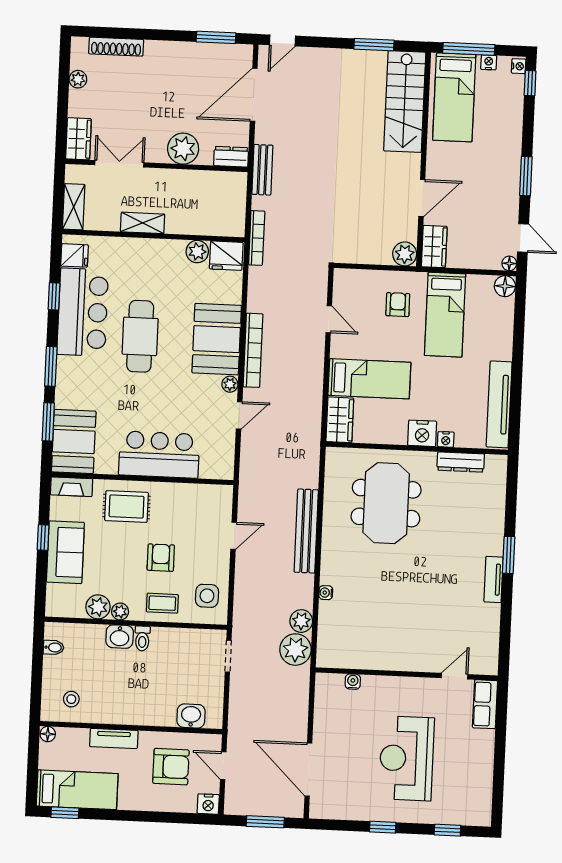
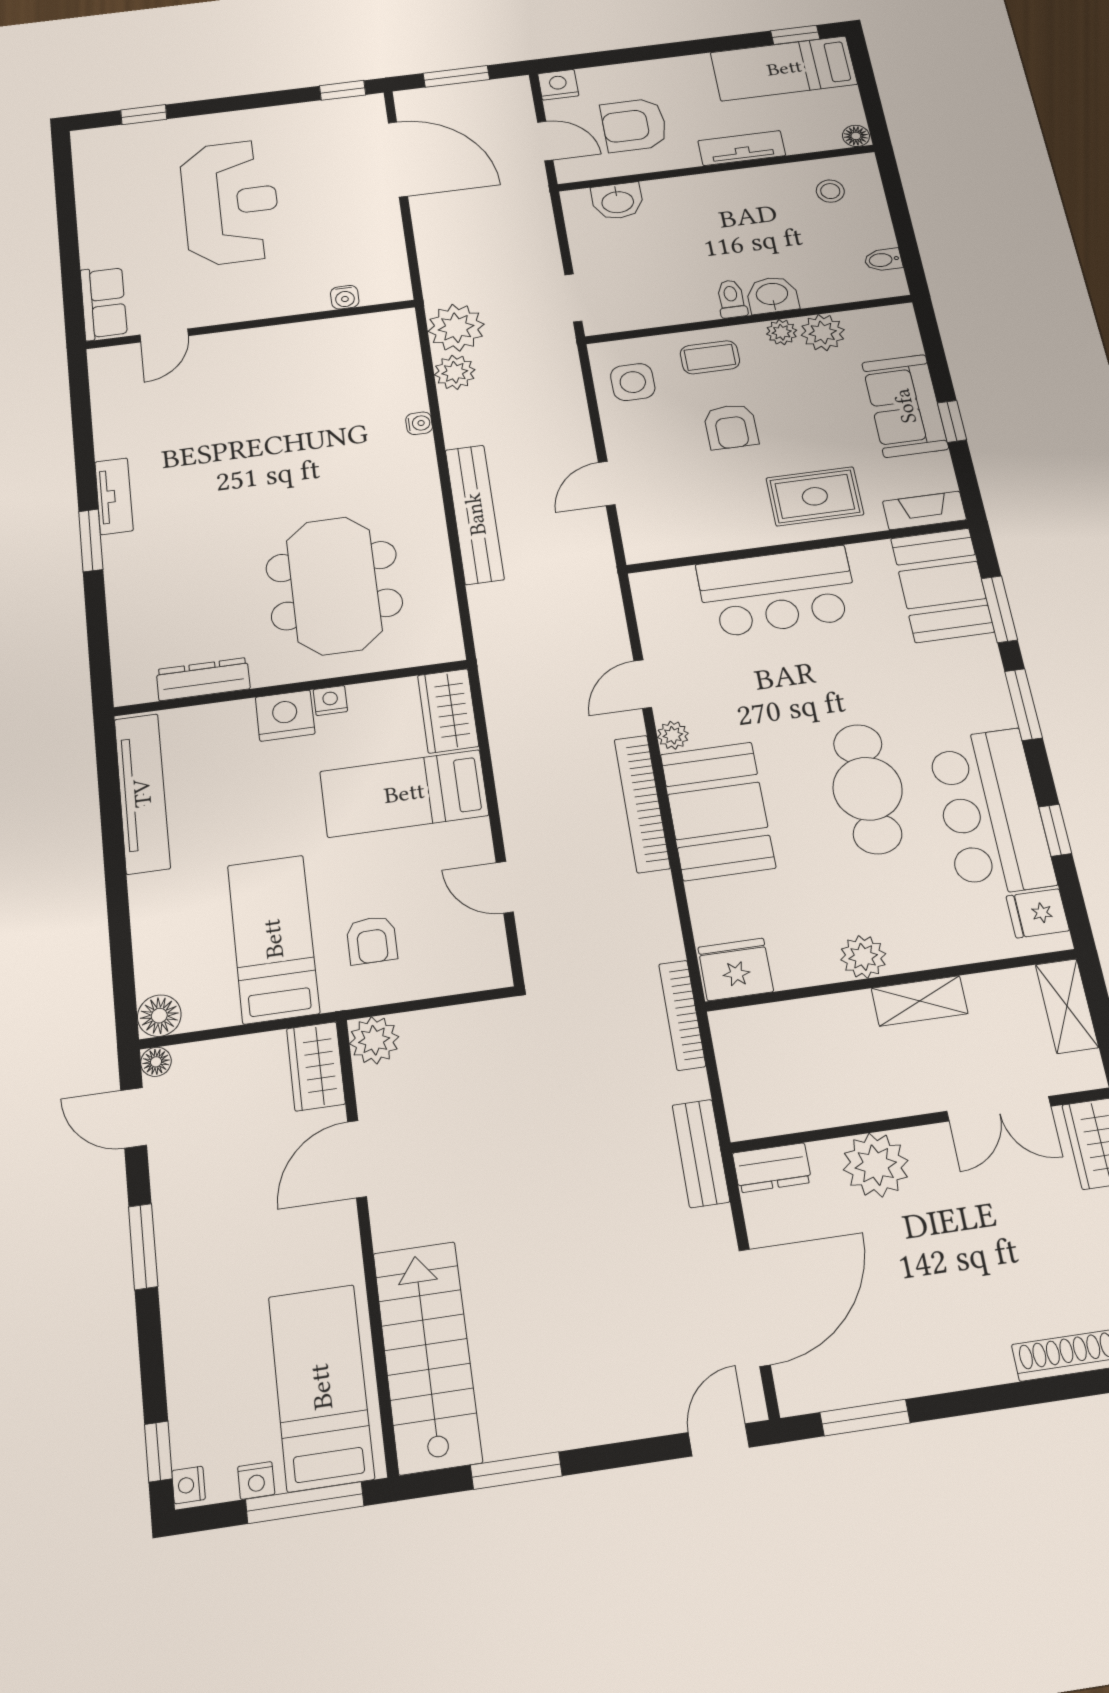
plant: (197, 252) -> (863, 957), moved
nightstand: (446, 439) -> (330, 701), moved
window: (383, 827) -> (343, 90), moved

